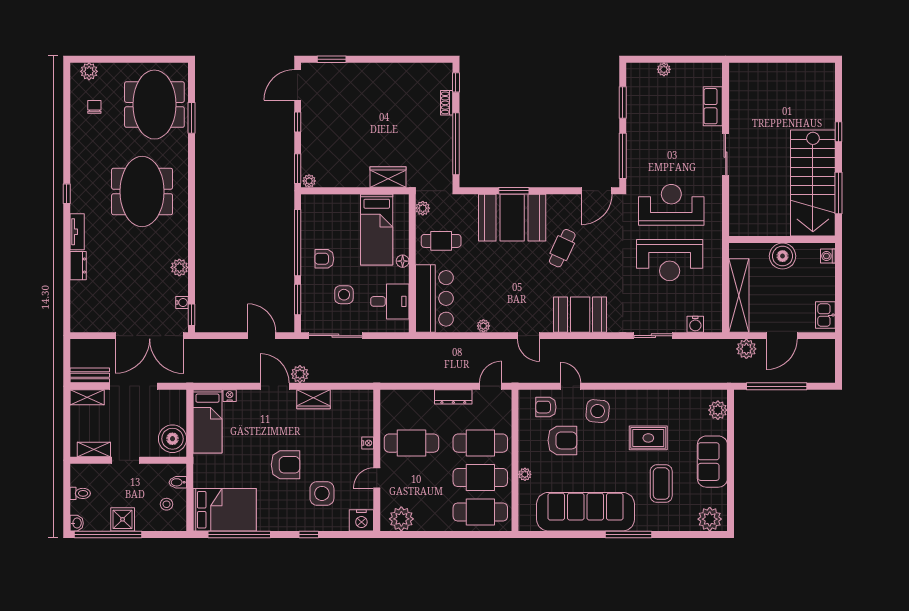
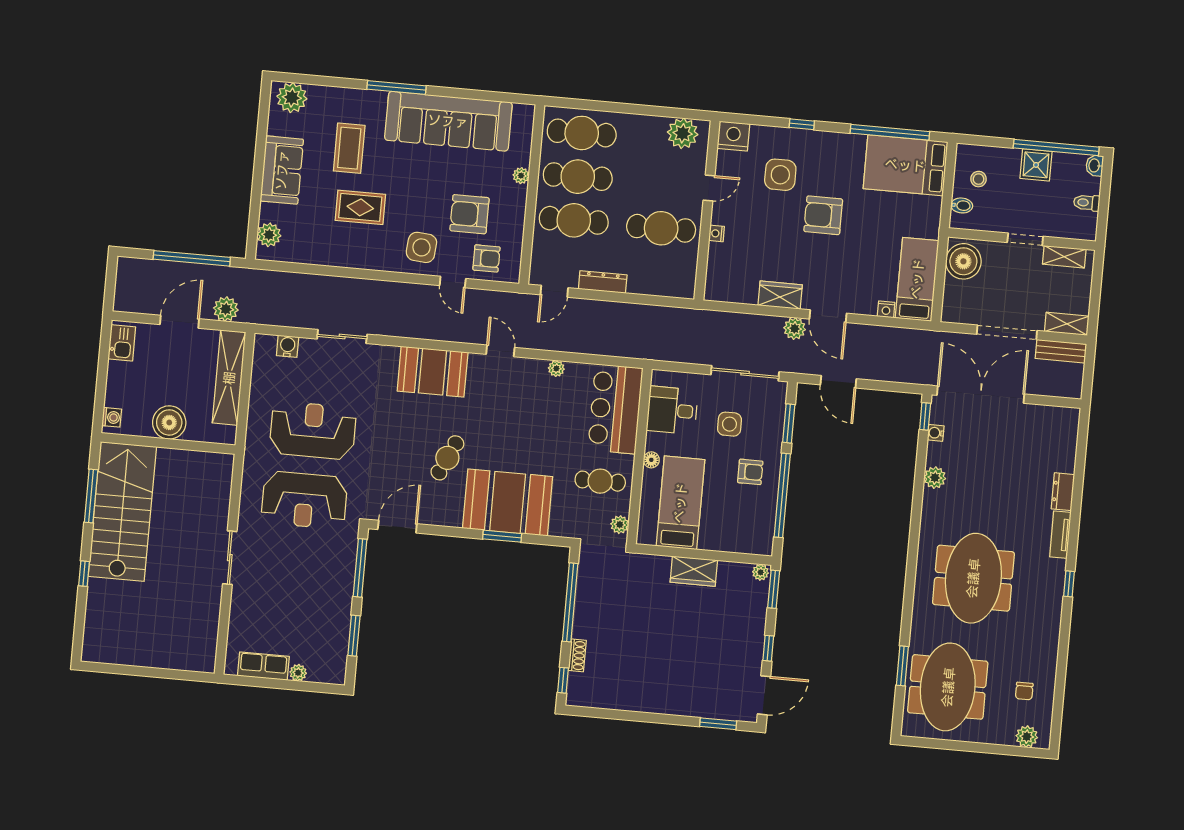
row of seats: (713, 106) -> (263, 666), moved, turned -90
wardrobe: (388, 177) -> (694, 571), moved

